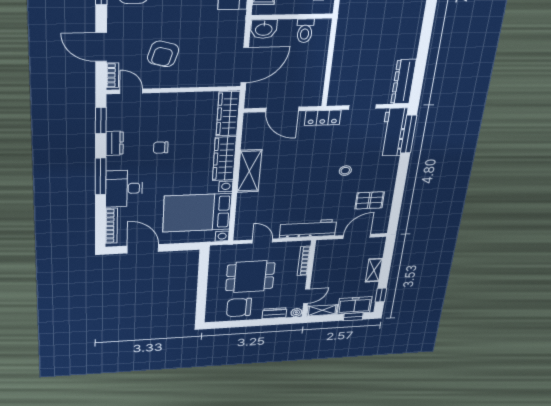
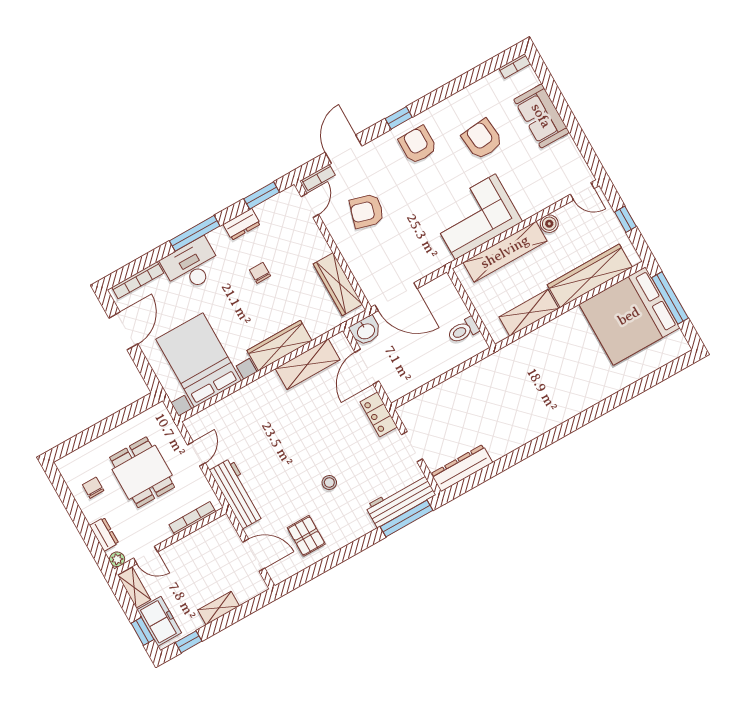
washbasin: (264, 29) -> (366, 331), moved, turned -90
wardrobe: (228, 114) -> (338, 284), moved, turned -90
shelving: (249, 171) -> (308, 364), moved
chair: (239, 307) -> (93, 488), width x0.54, depth x0.54

